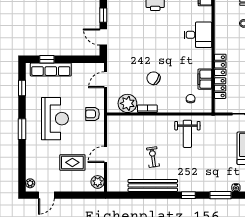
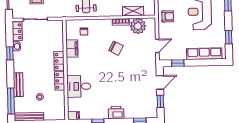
door: (103, 37) -> (160, 82), hinge flipped
window: (47, 59) -> (178, 63), moved
locker: (220, 88) -> (60, 81), moved
shelving: (133, 121) -> (133, 11), added

